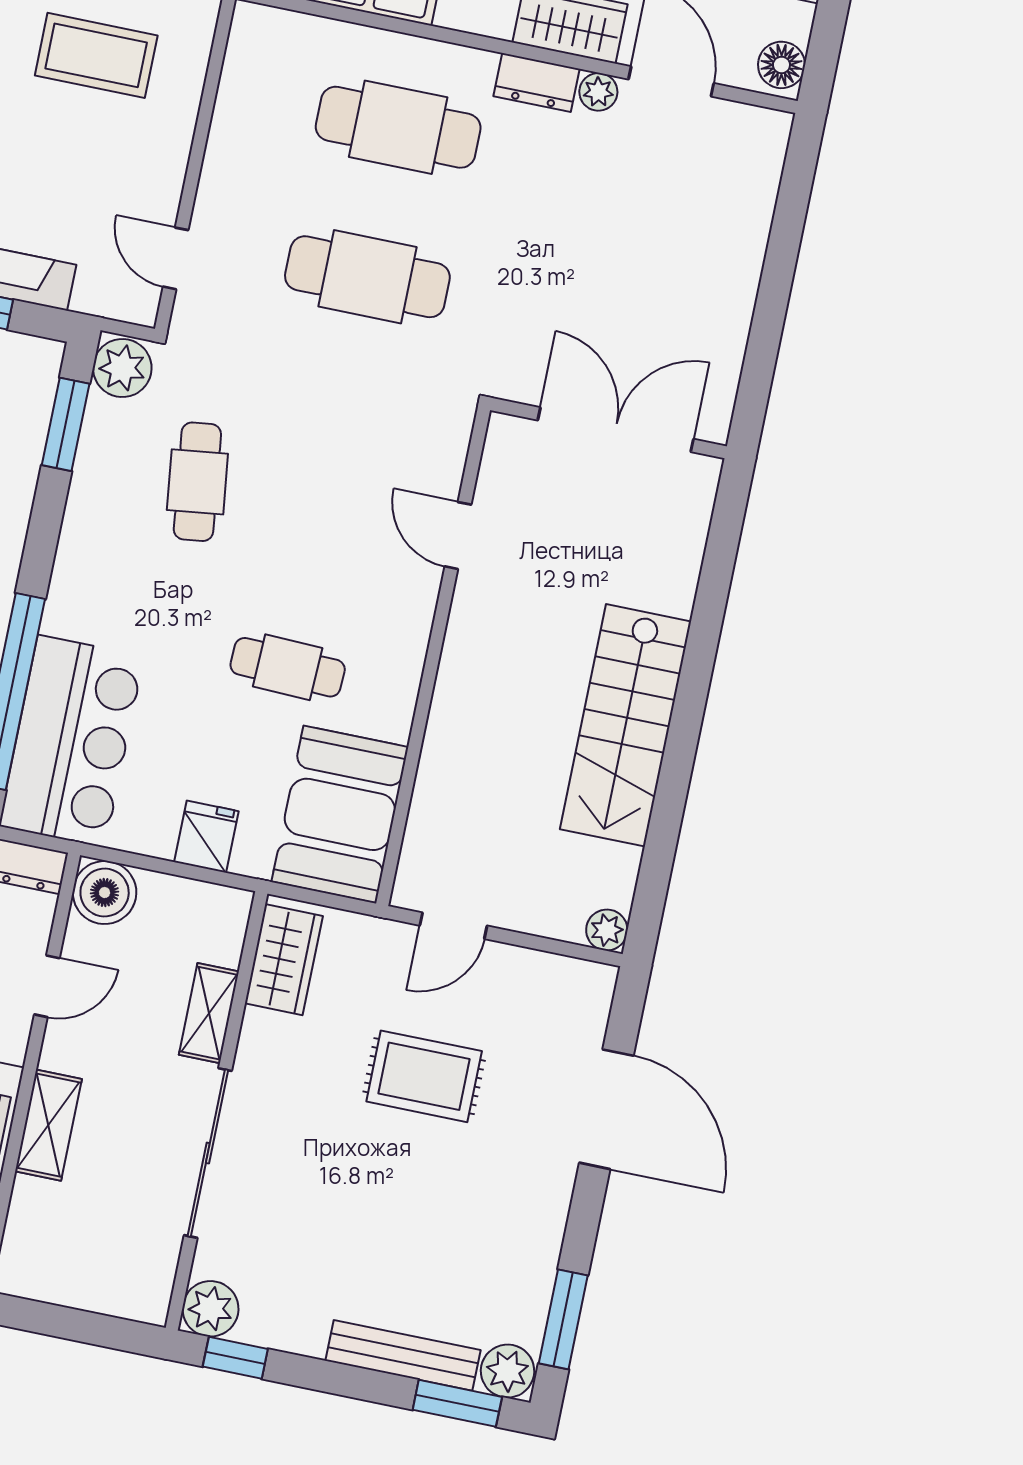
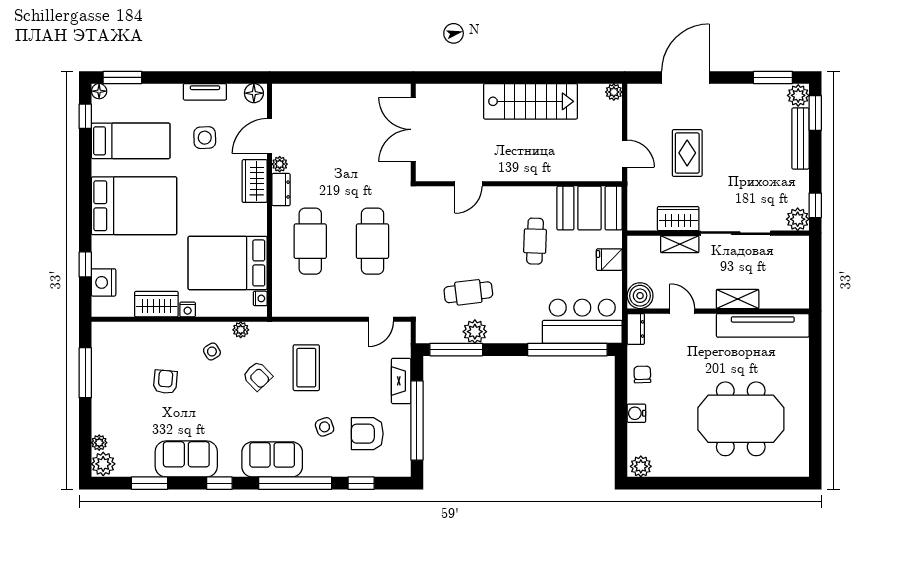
plant: (122, 368) -> (475, 332), moved
window: (66, 424) -> (456, 350), width x1.44
wardrobe: (284, 960) -> (678, 219), moved

